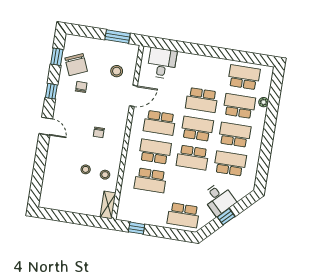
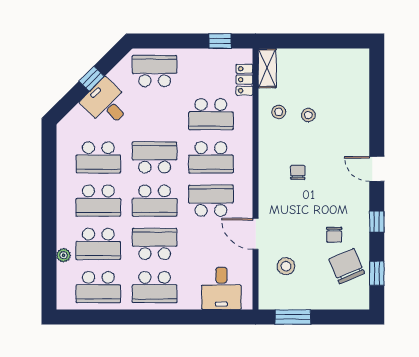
school desk: (206, 71) -> (155, 287), added
door: (133, 96) -> (256, 234), hinge flipped
school desk: (150, 180) -> (211, 114), turned 180
locker: (124, 200) -> (244, 80), added

